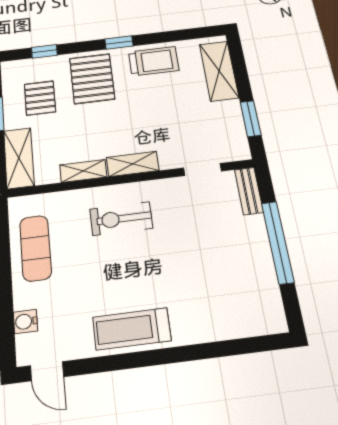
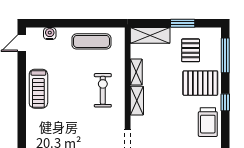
window: (44, 51) -> (225, 55), width x2.17
pallet: (40, 98) -> (191, 50), turned 90
treadmill: (132, 329) -> (38, 89), turned 180

